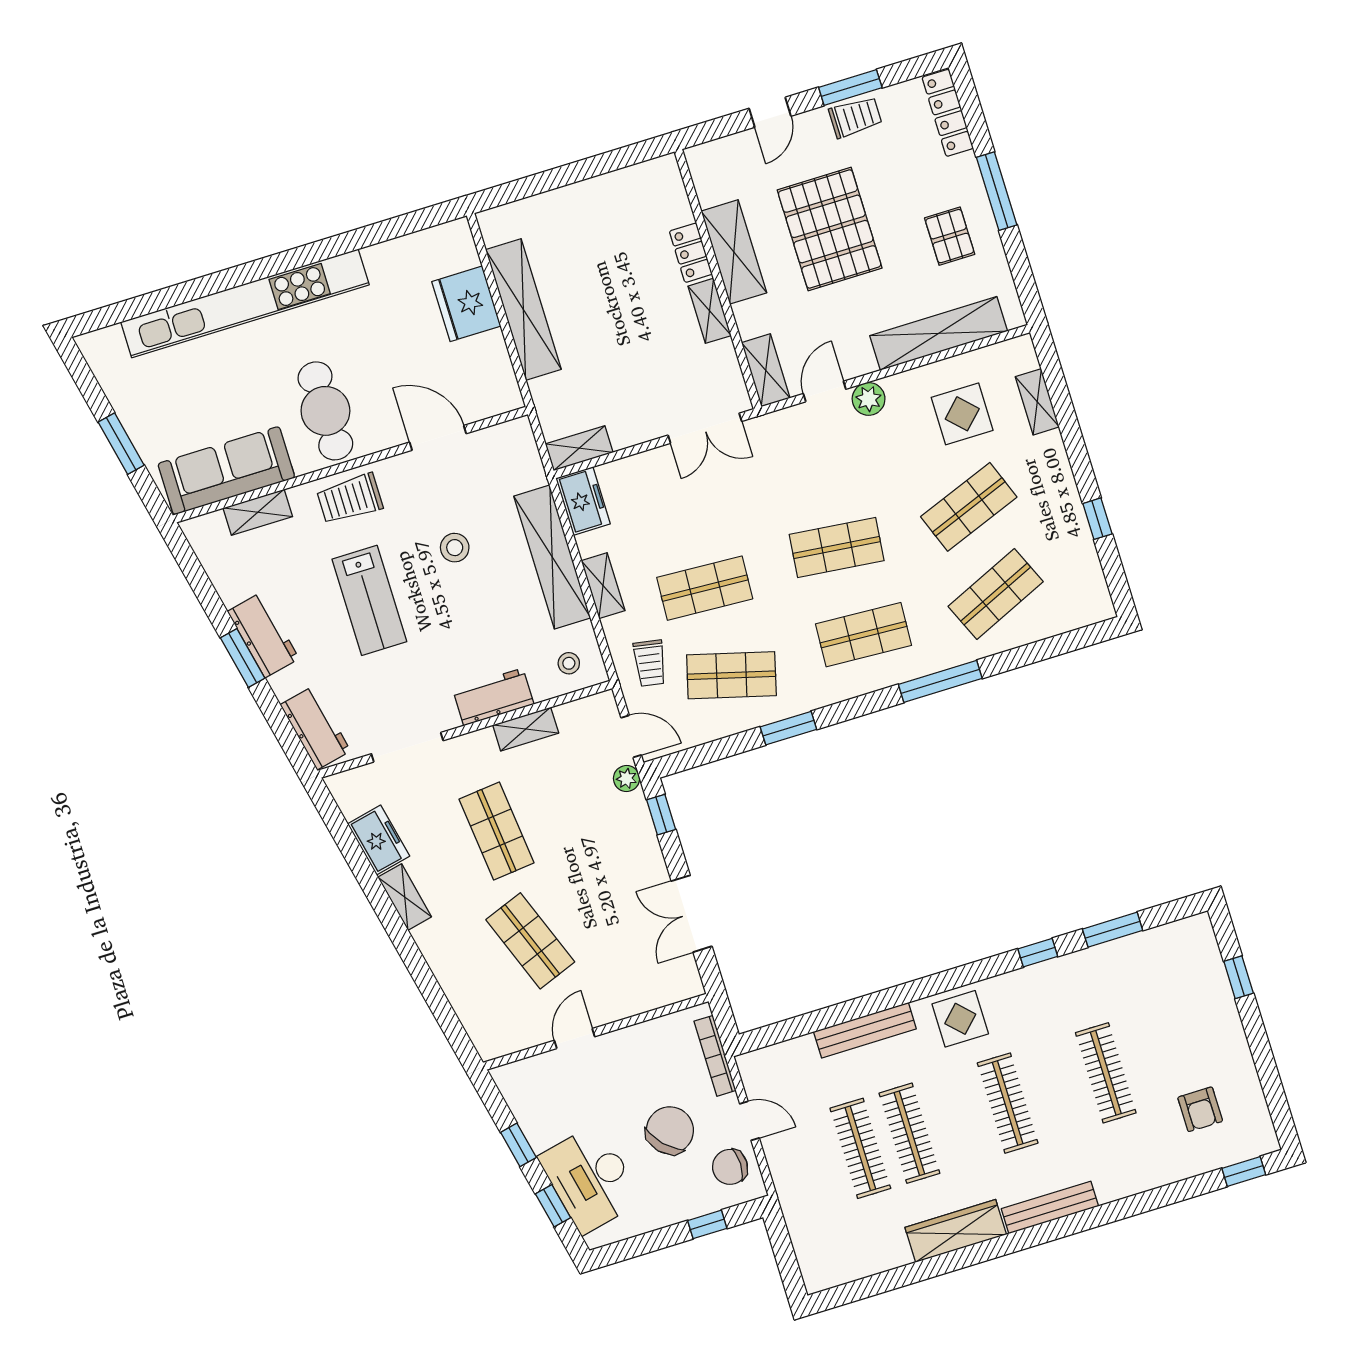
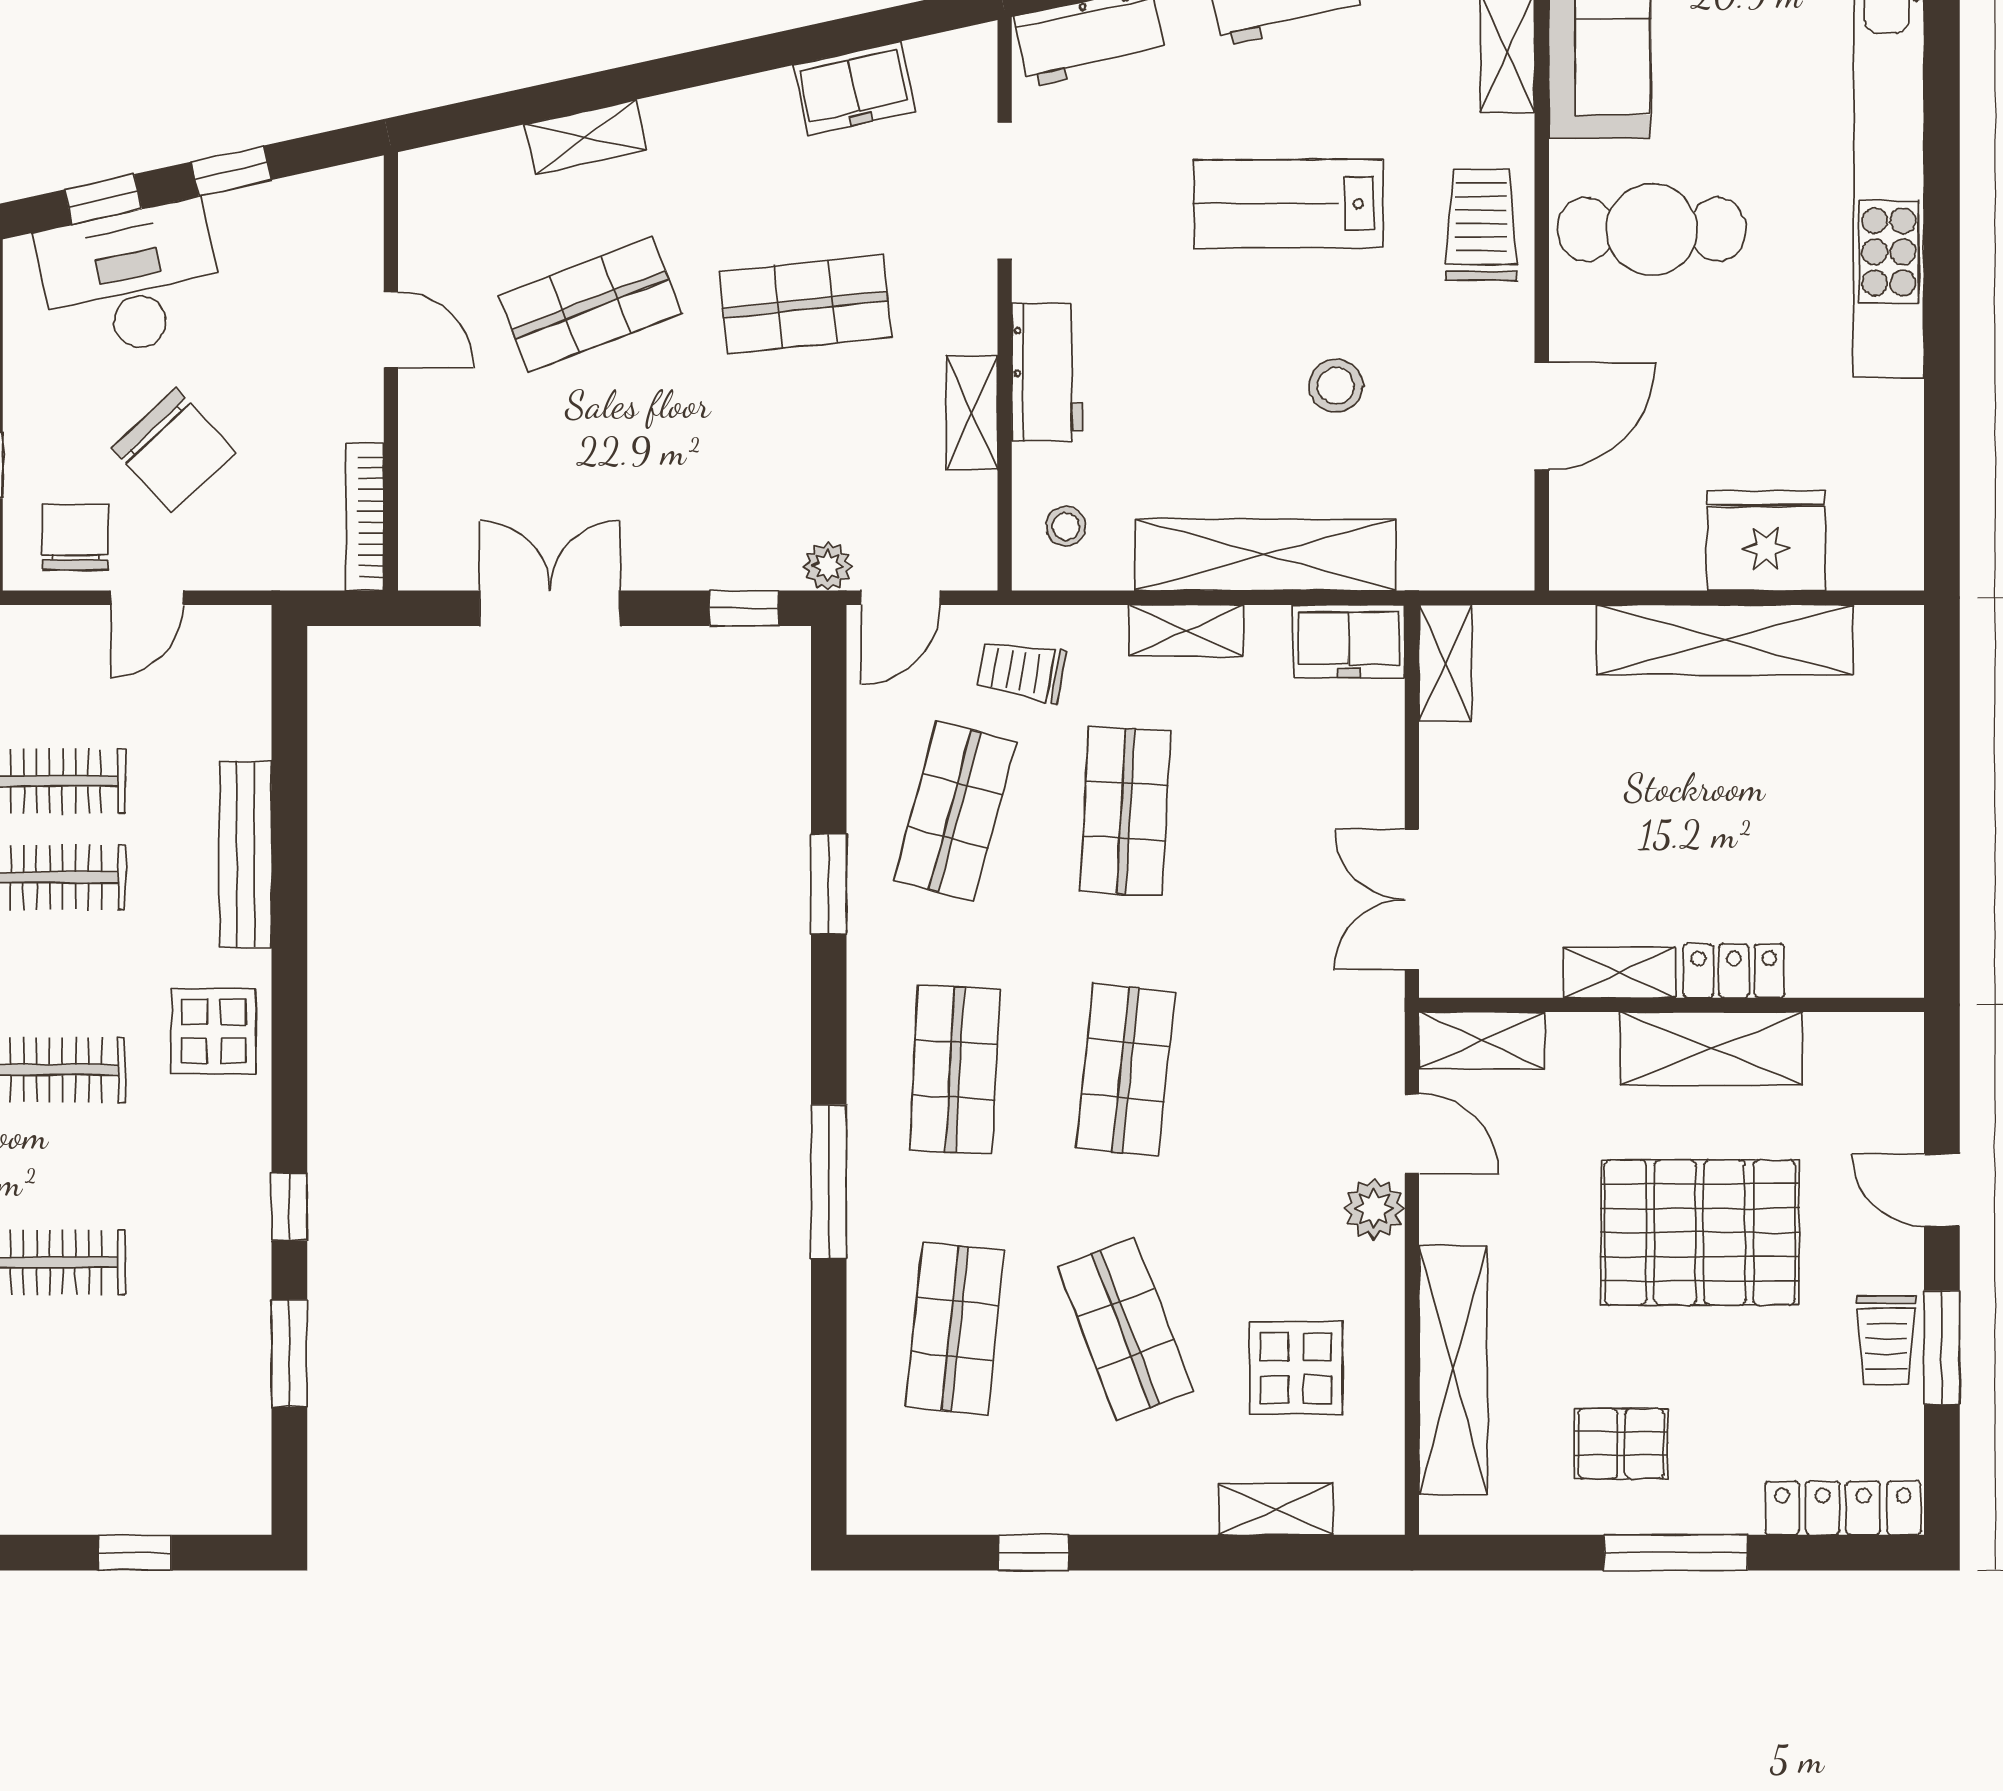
shop shelf: (996, 594) -> (955, 1329), turned 30
shelving: (405, 897) -> (585, 137), moved
bookcase: (715, 1056) -> (365, 517), moved, turned -90

